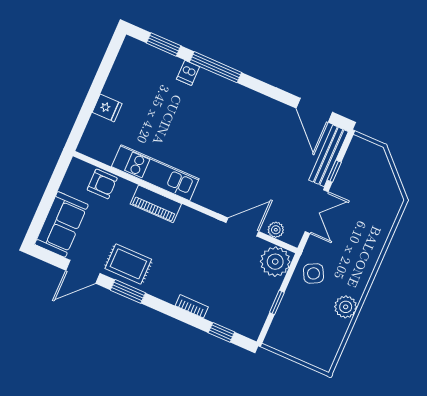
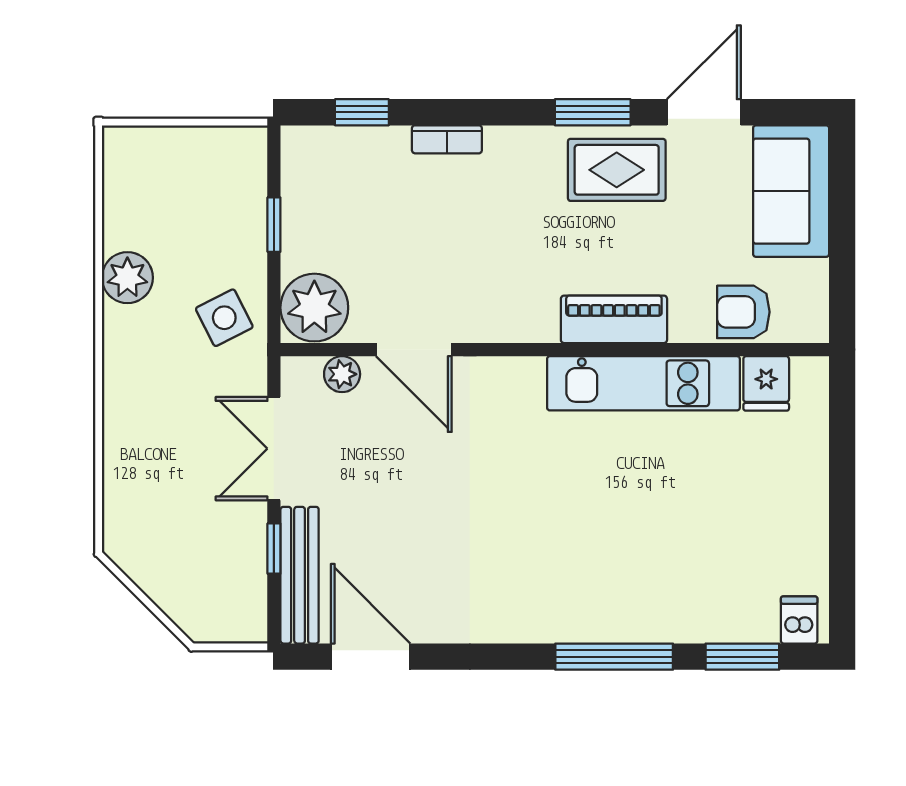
dishwasher: (188, 73) -> (799, 620), moved
fridge: (107, 108) -> (766, 383), moved, turned -90
door: (242, 227) -> (414, 350), hinge flipped

